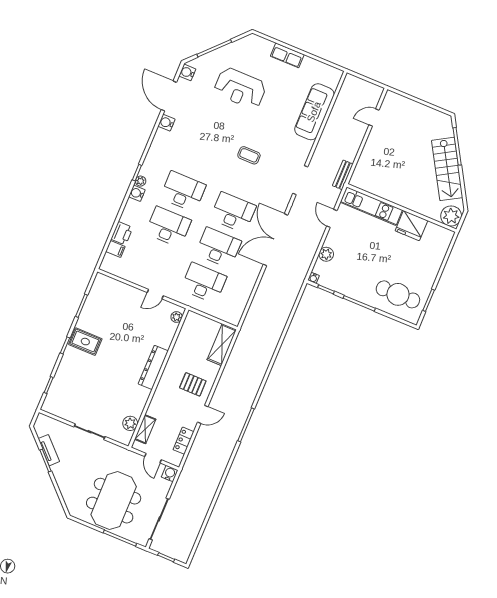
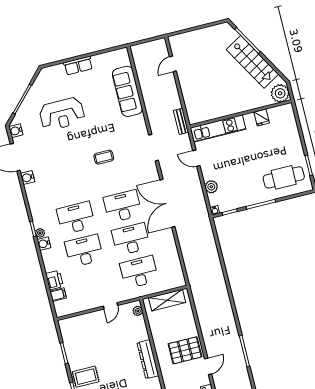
fridge: (411, 226) -> (262, 117), width x0.53, depth x0.75
shelving: (222, 345) -> (167, 300), moved, turned 90
pallet: (193, 384) -> (185, 350), width x1.50, depth x1.42

